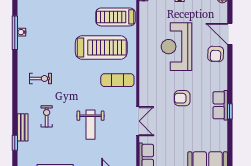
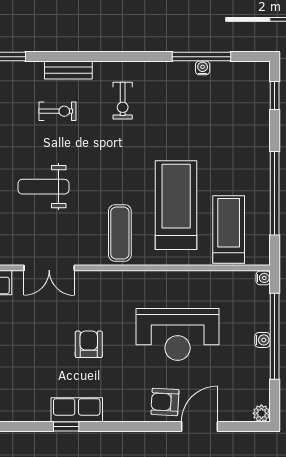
reception desk: (176, 47) -> (178, 334), turned 180
treadmill: (101, 48) -> (176, 205), turned 180
bench: (23, 127) -> (68, 70), moved

